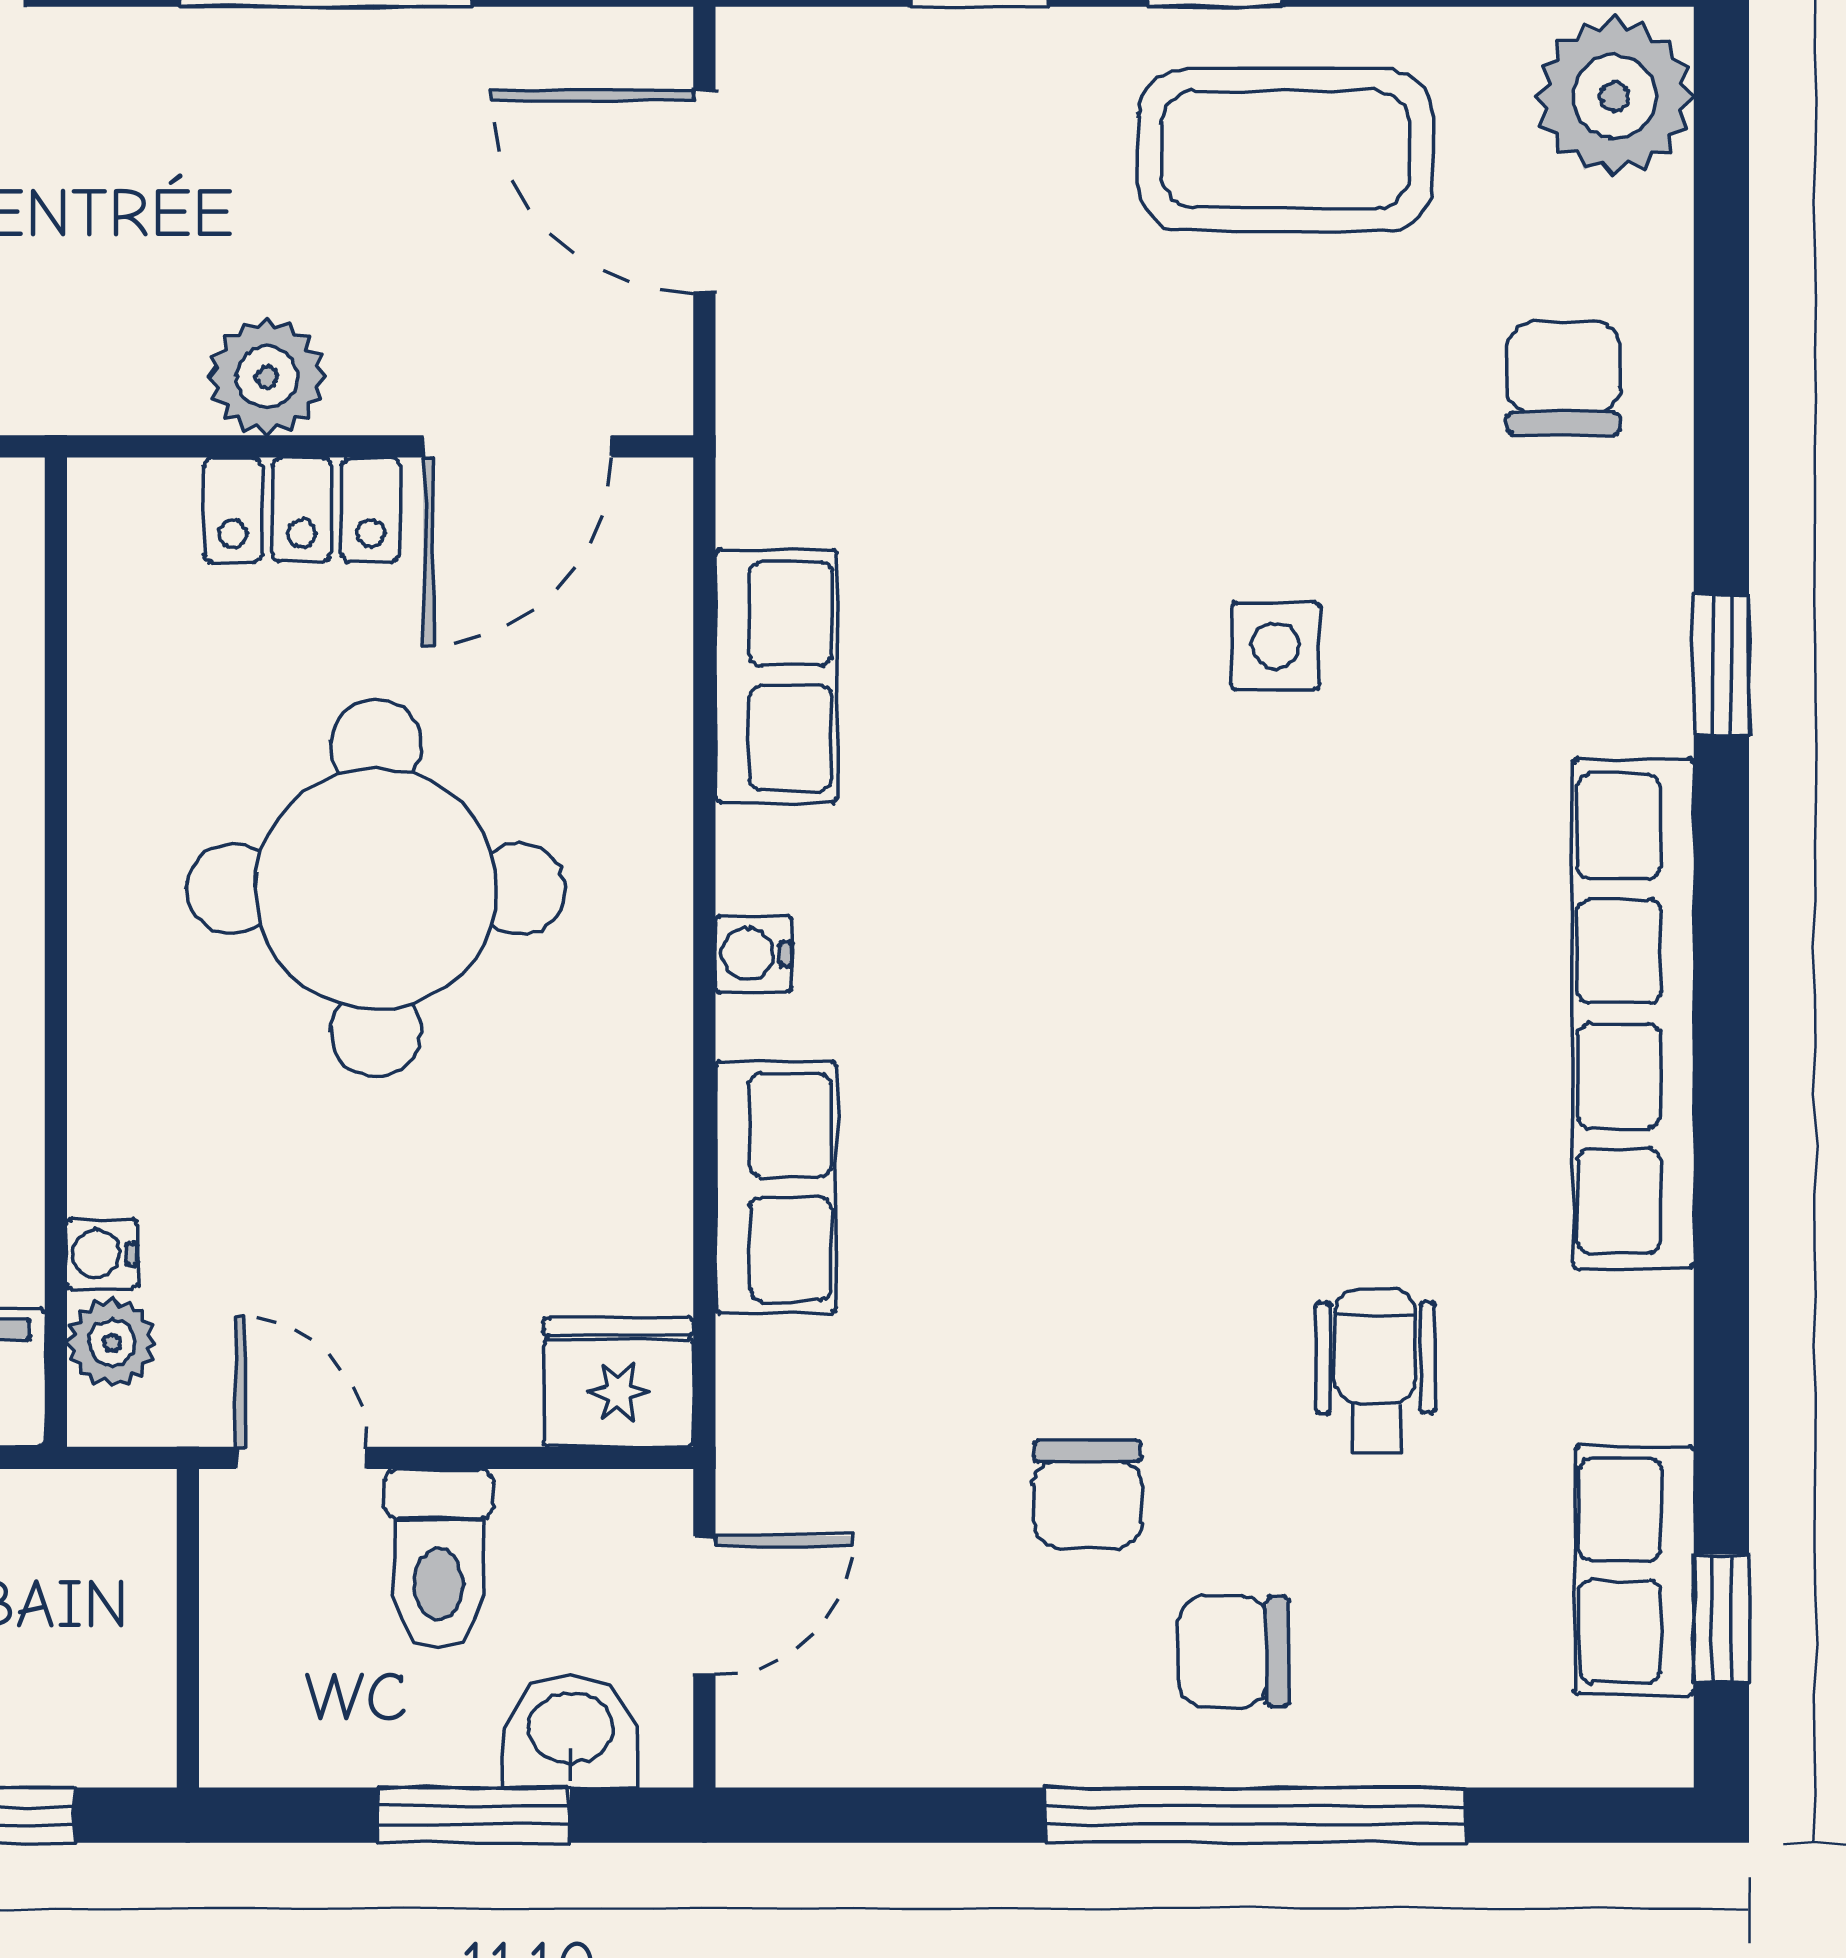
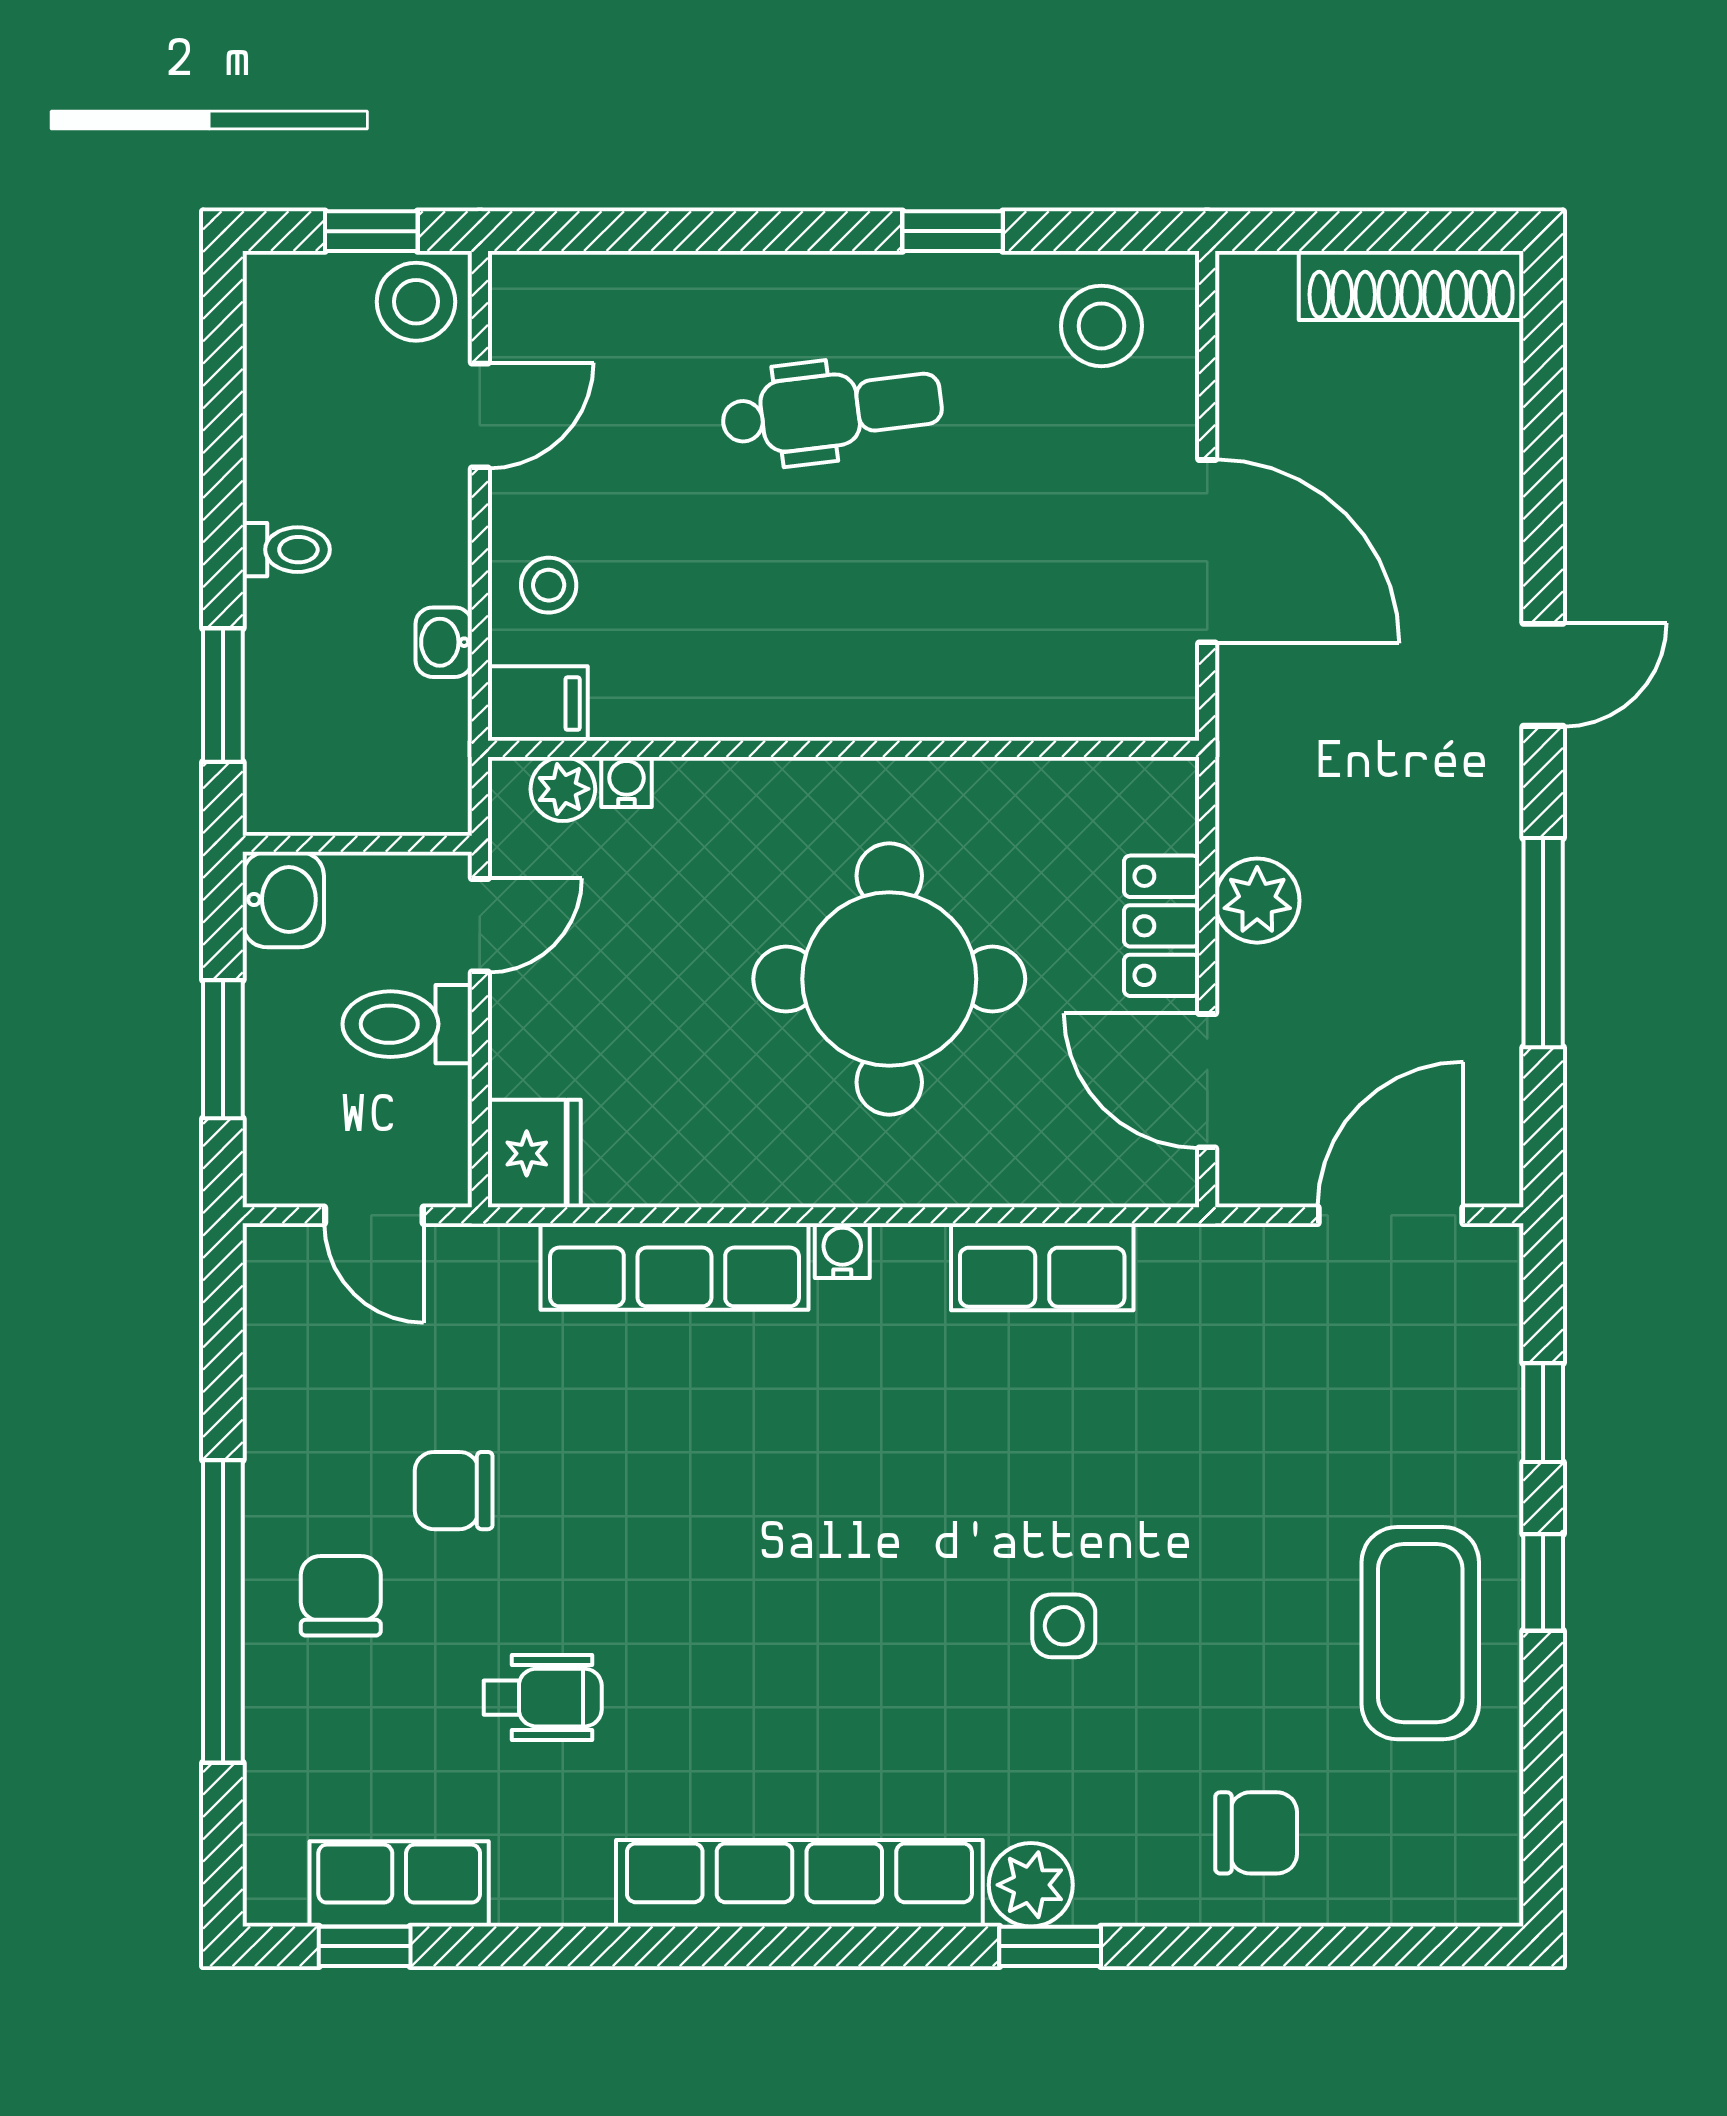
plant: (1614, 96) -> (1031, 1885), moved, width x0.73, depth x0.73
row of seats: (776, 1187) -> (675, 1267), width x1.48
washbasin: (571, 1731) -> (283, 900), moved

